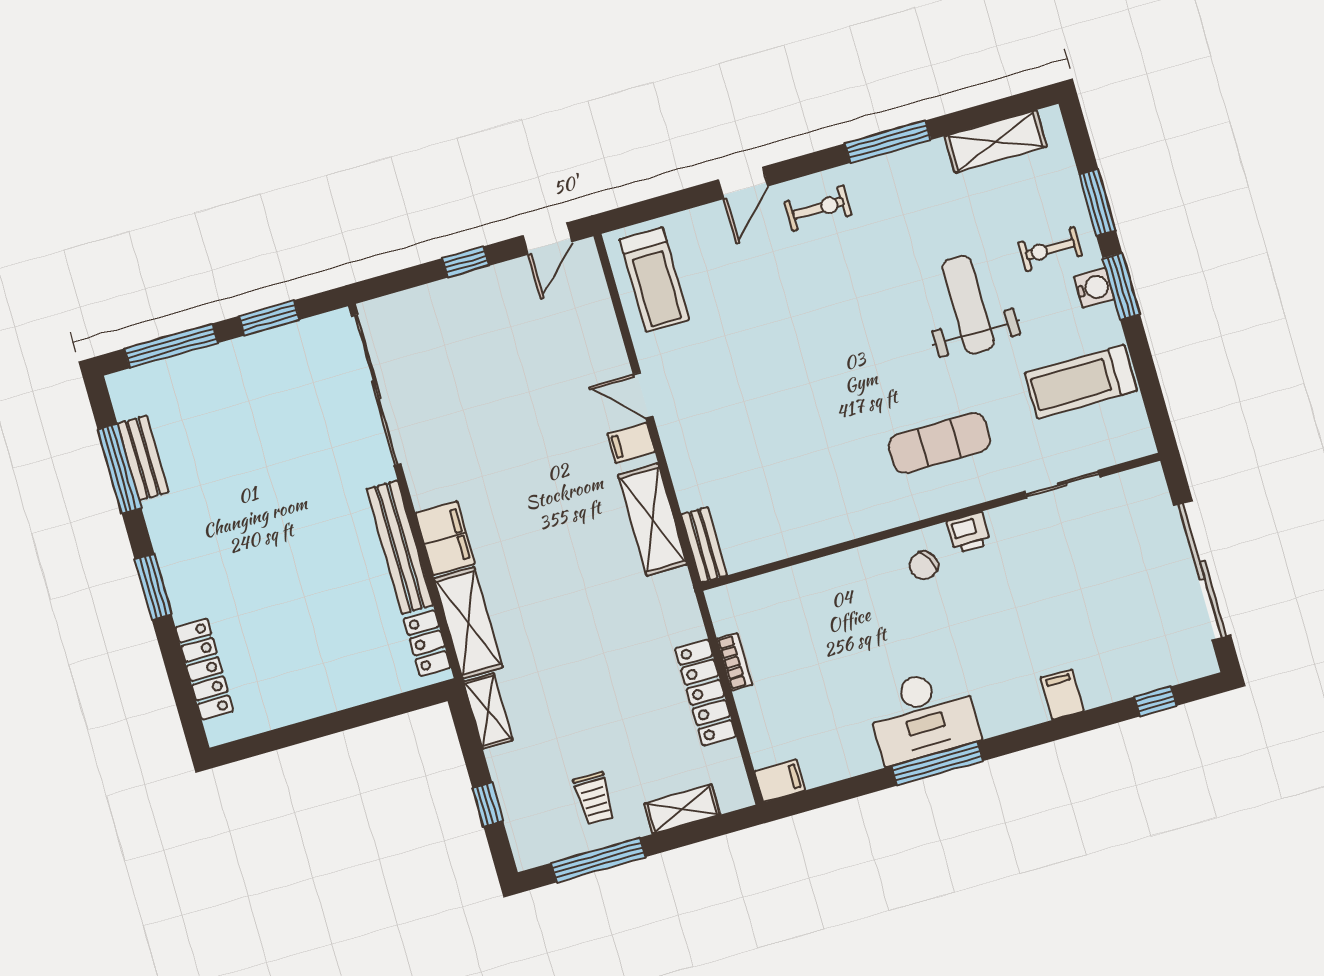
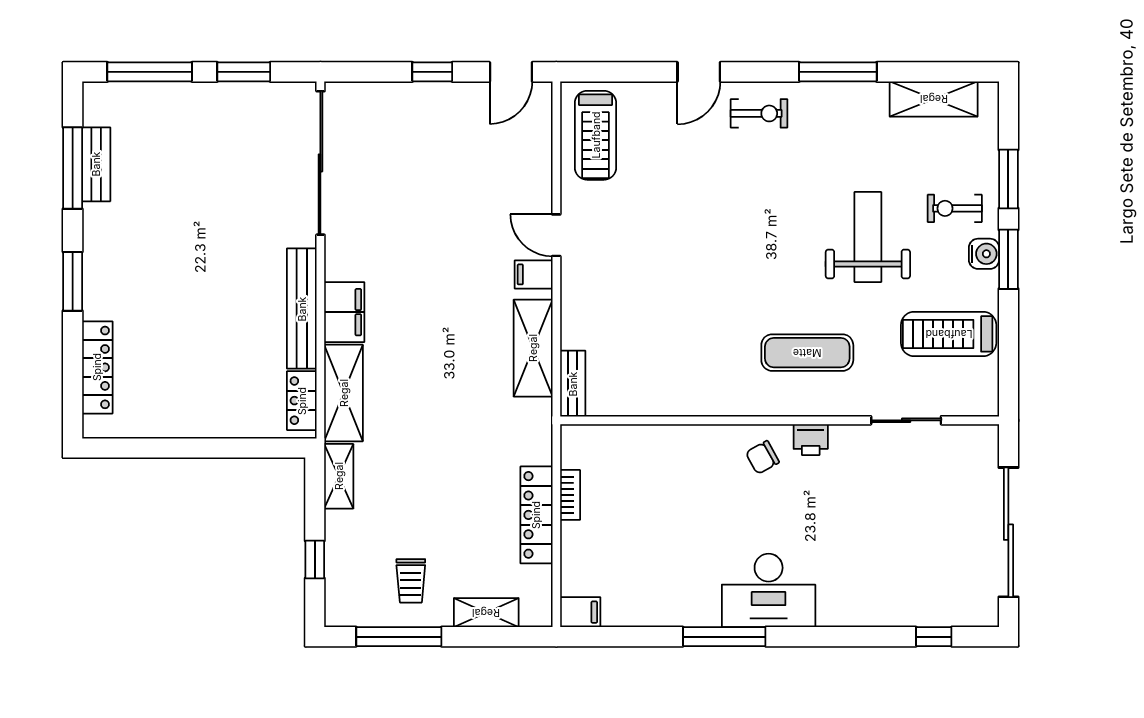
filing cabinet: (1062, 695) -> (853, 607), removed
desk: (923, 715) -> (769, 590), moved

